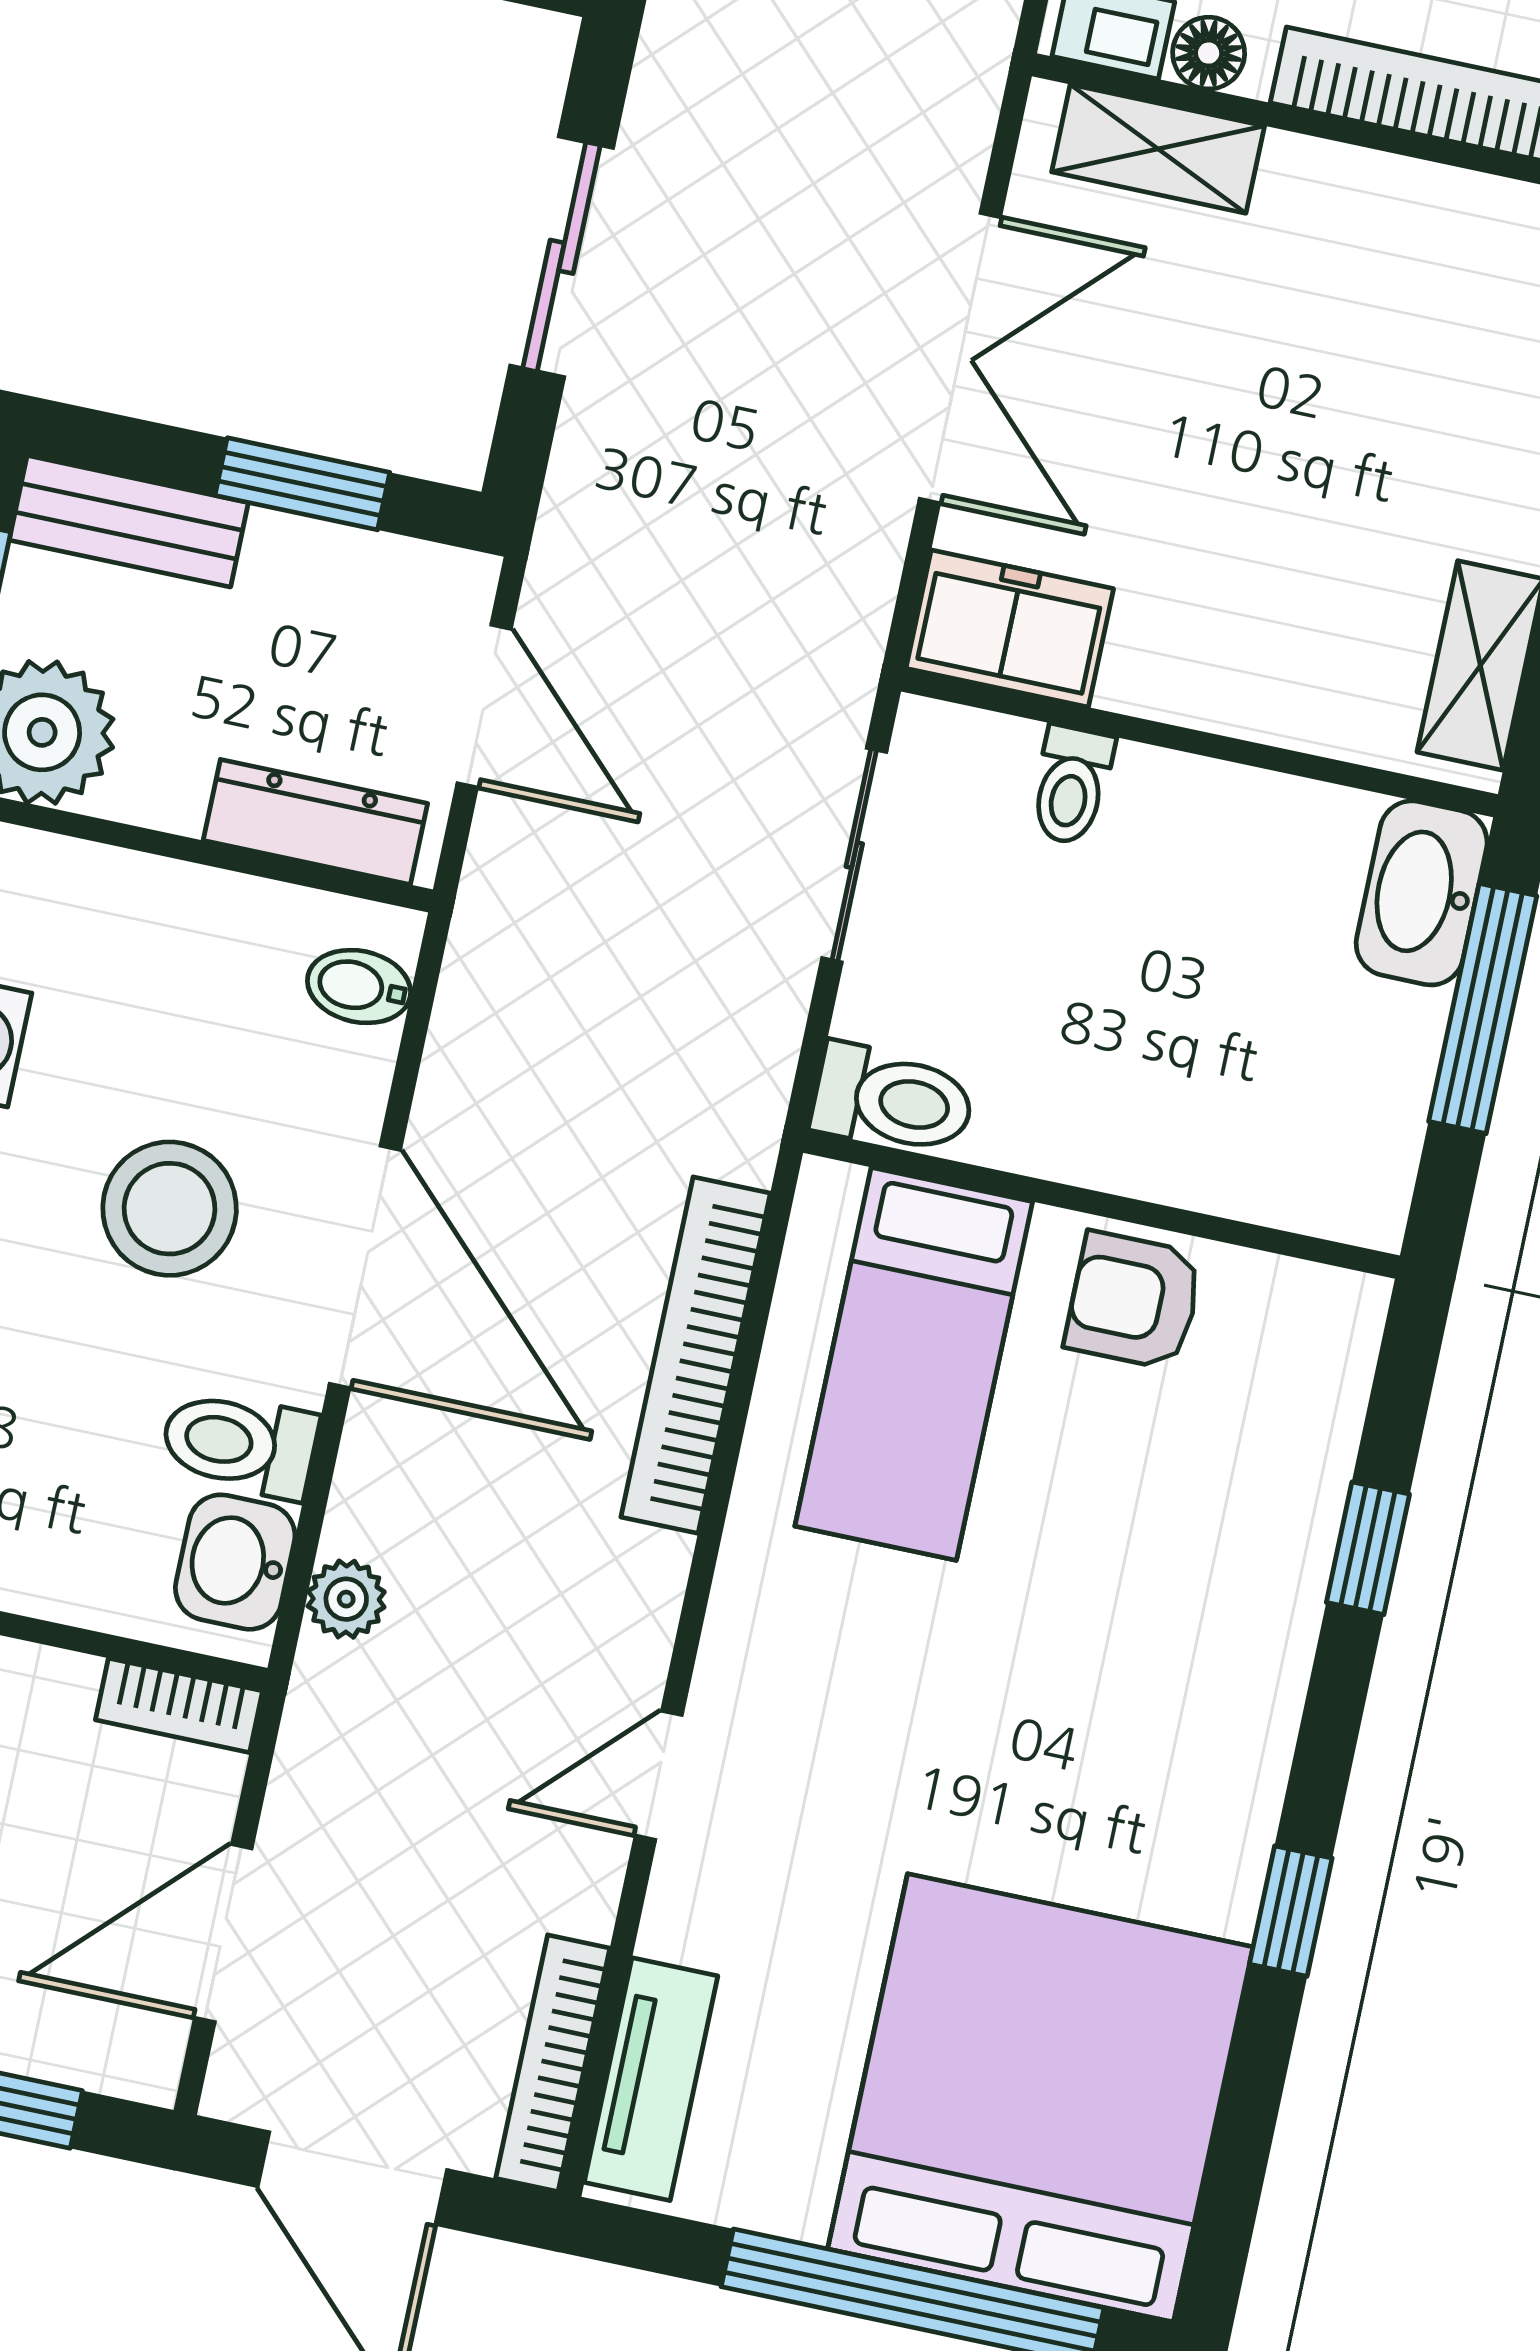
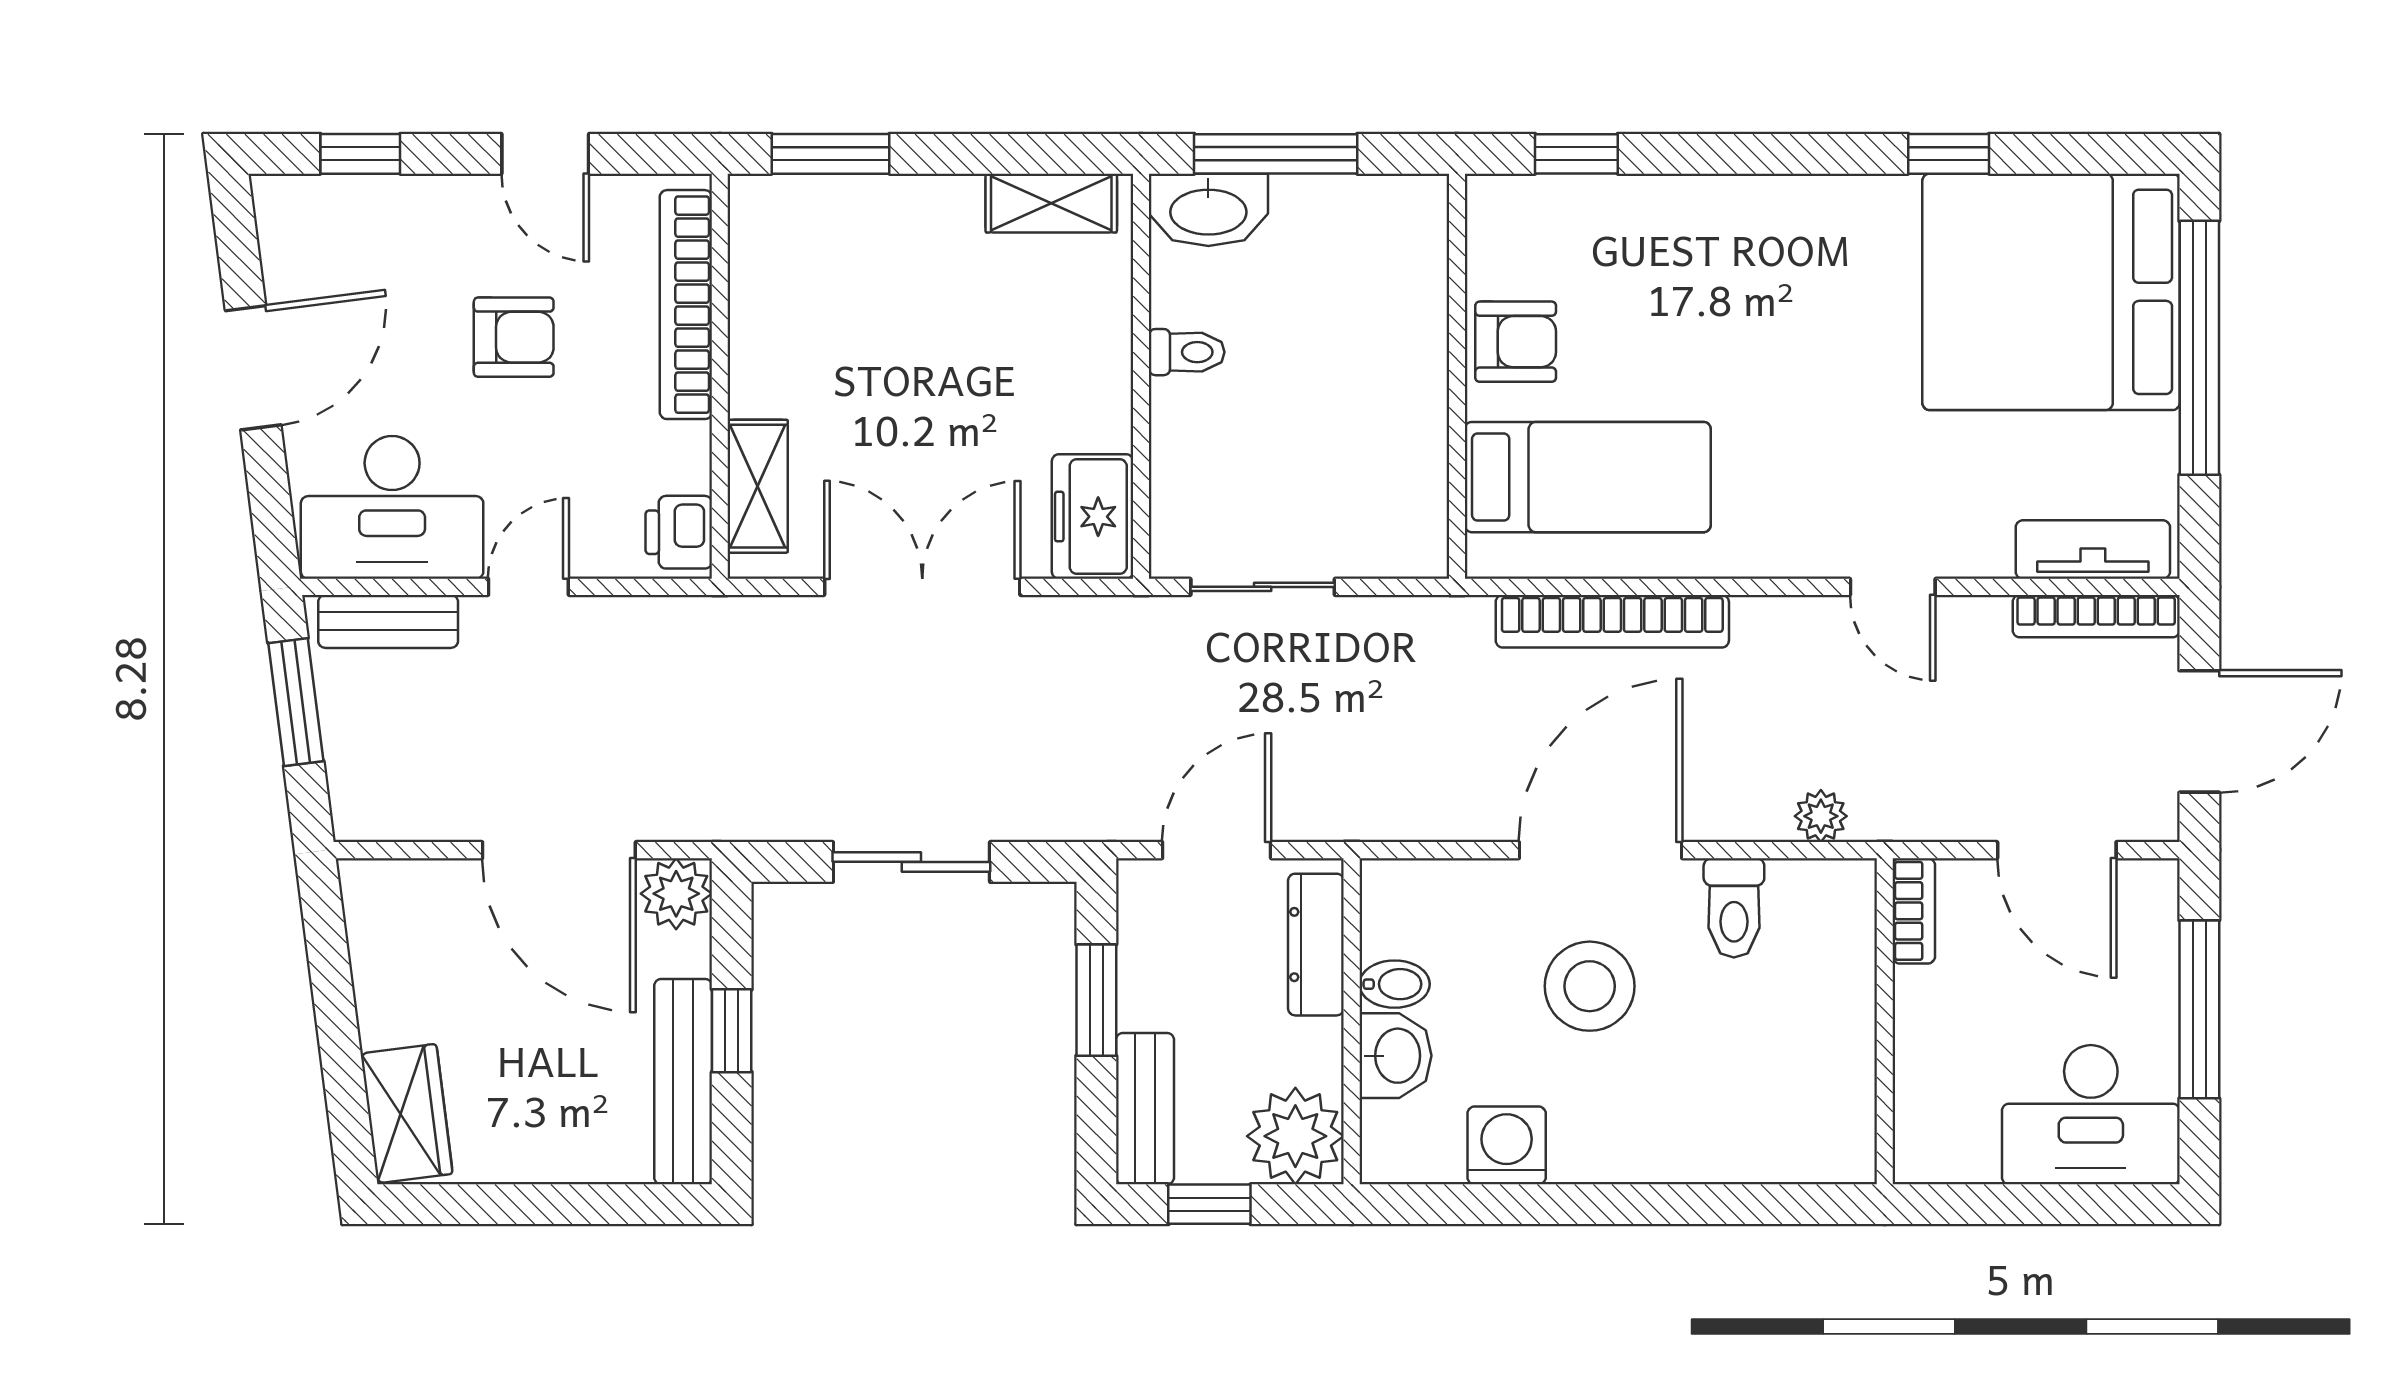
floor lamp: (1209, 53) -> (688, 466), removed
toilet: (1071, 785) -> (1187, 352), moved
bidet: (359, 986) -> (1395, 984), moved, turned -90
toilet: (893, 1100) -> (1418, 527), removed
armchair: (1134, 1301) -> (1516, 342), turned -90
window: (1368, 1548) -> (1576, 154), moved
washbasin: (235, 1562) -> (1396, 1056), moved, turned -90
window: (1291, 1911) -> (1949, 154), moved

